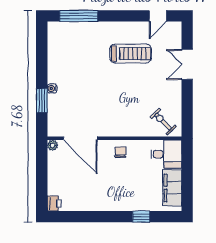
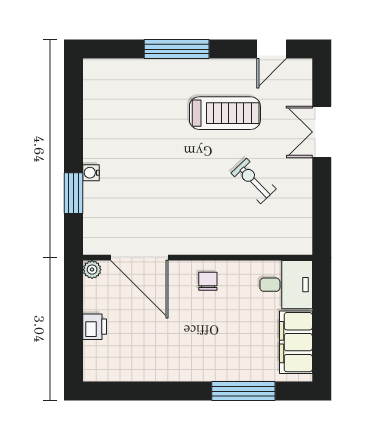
window: (79, 16) -> (177, 49), moved
exercise bike: (163, 122) -> (254, 181), moved
printer: (54, 203) -> (95, 327), moved
window: (141, 217) -> (243, 391), width x2.17

